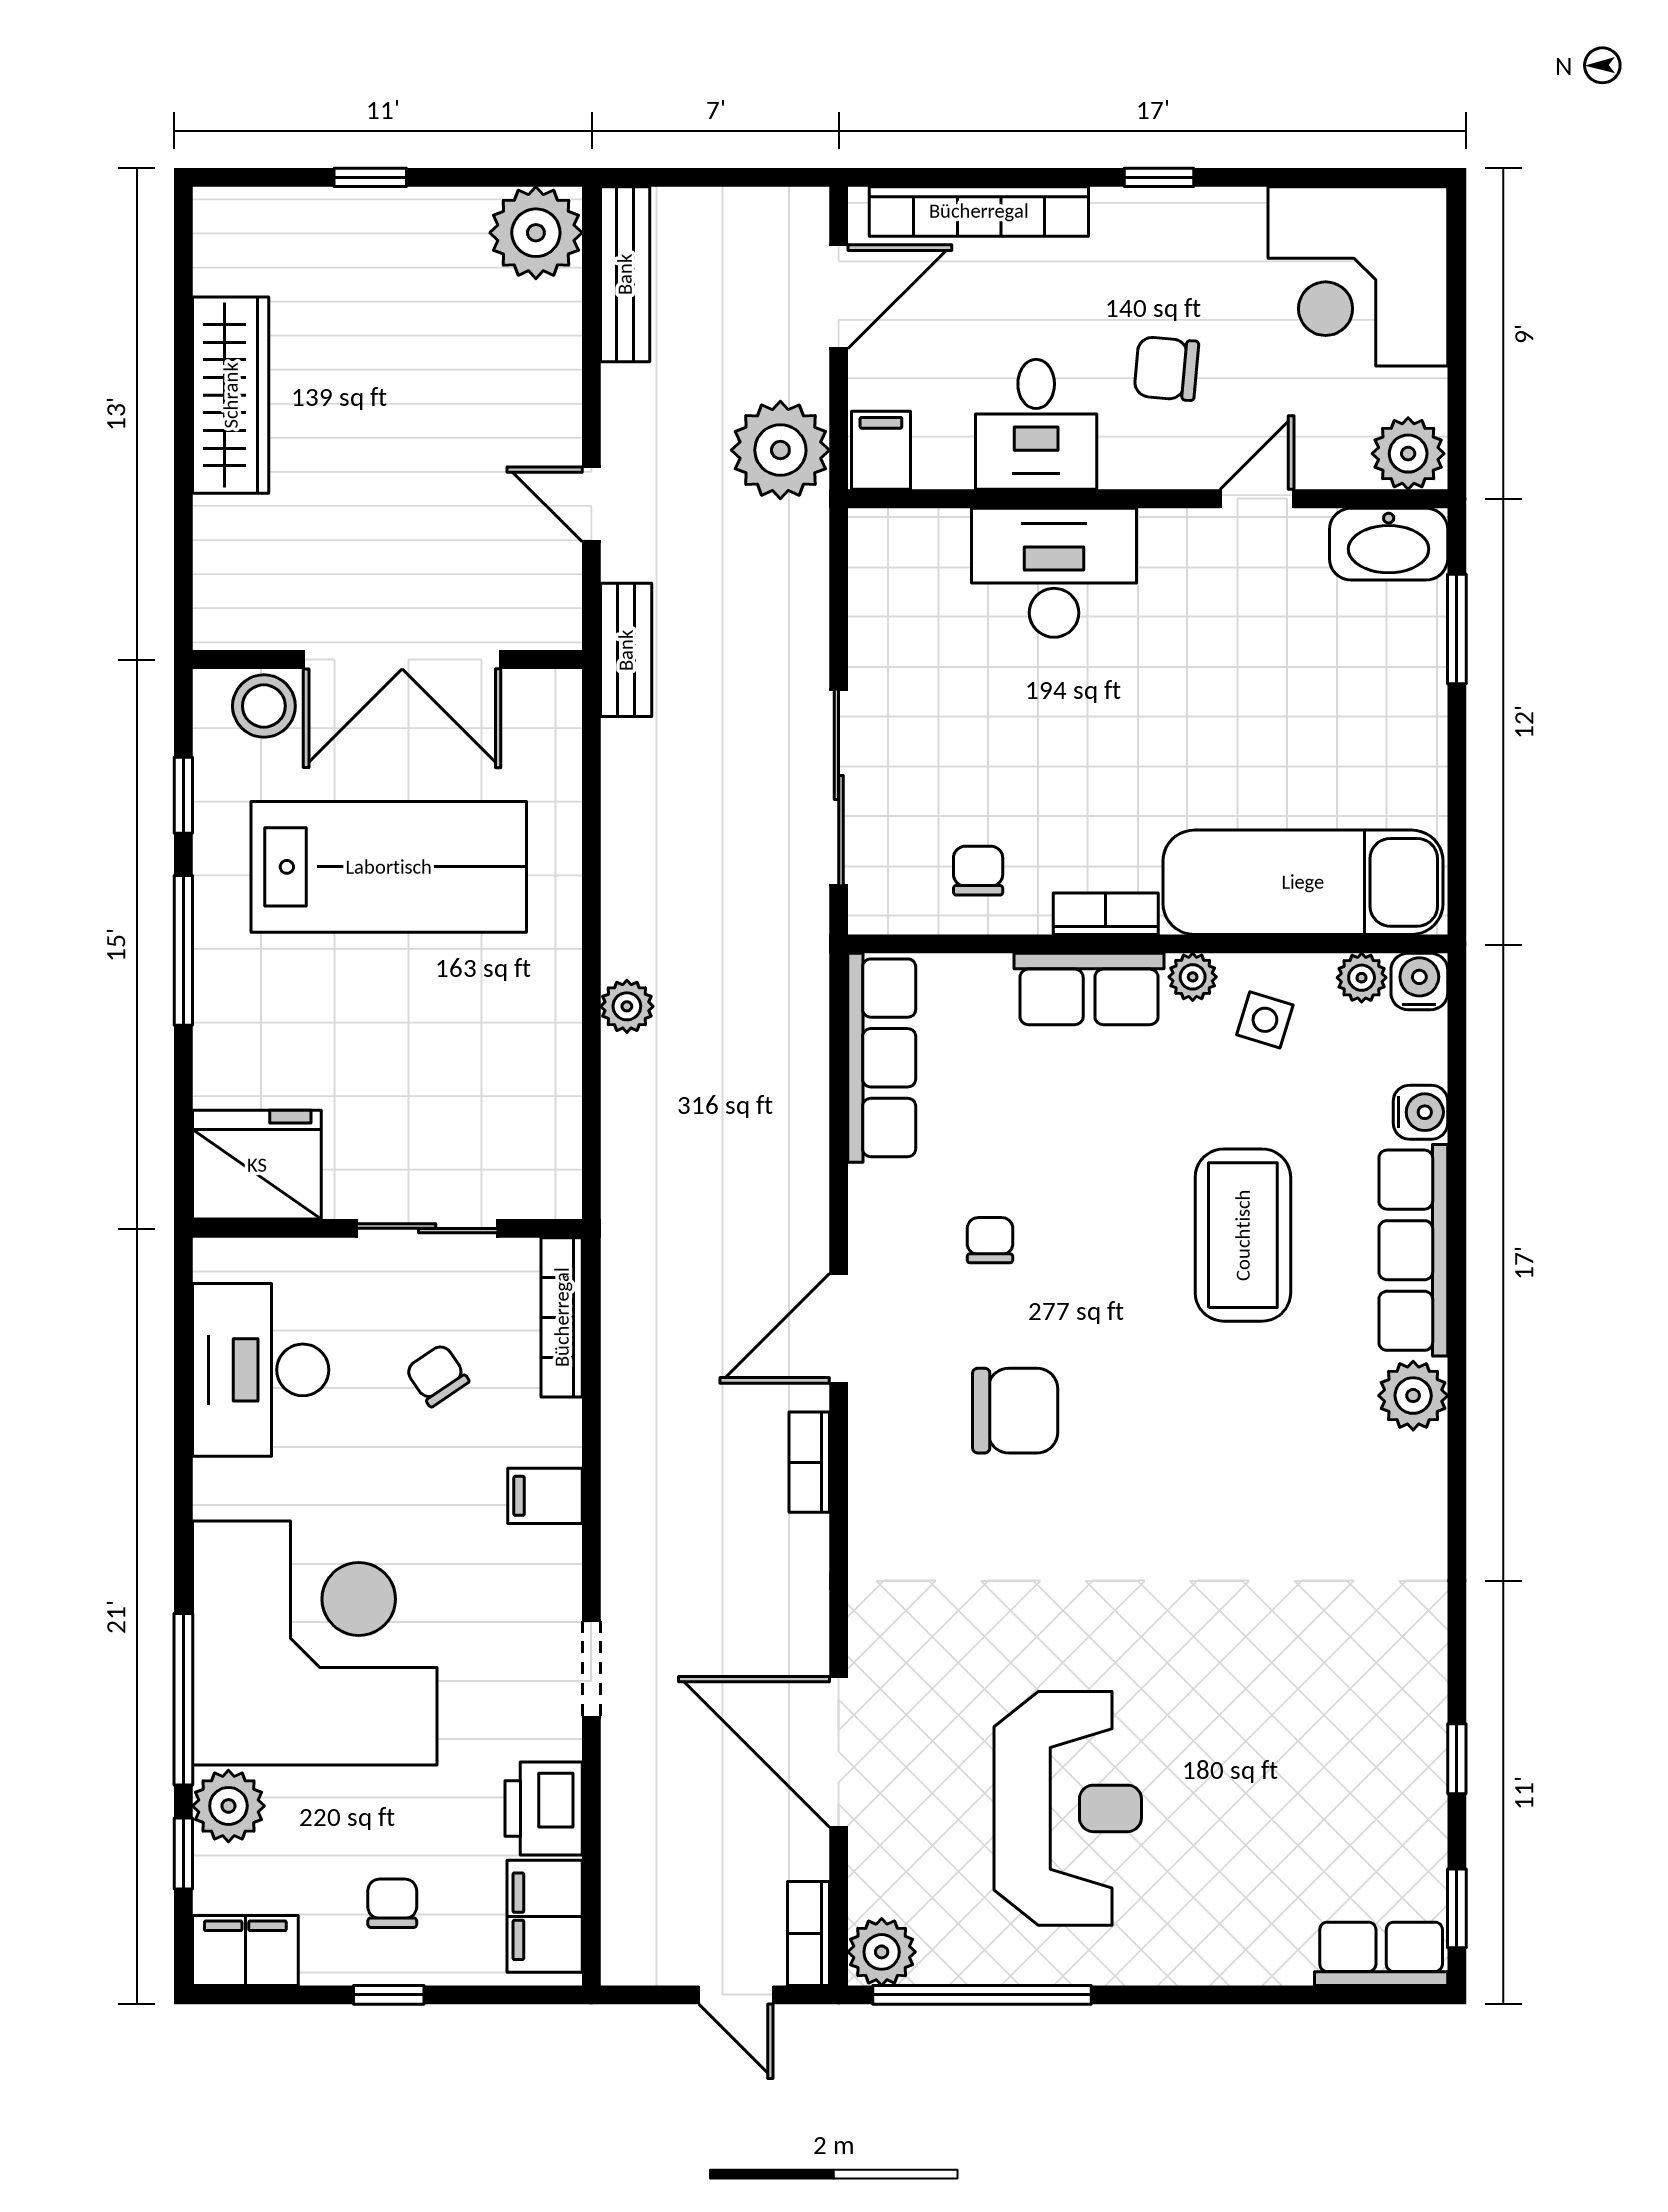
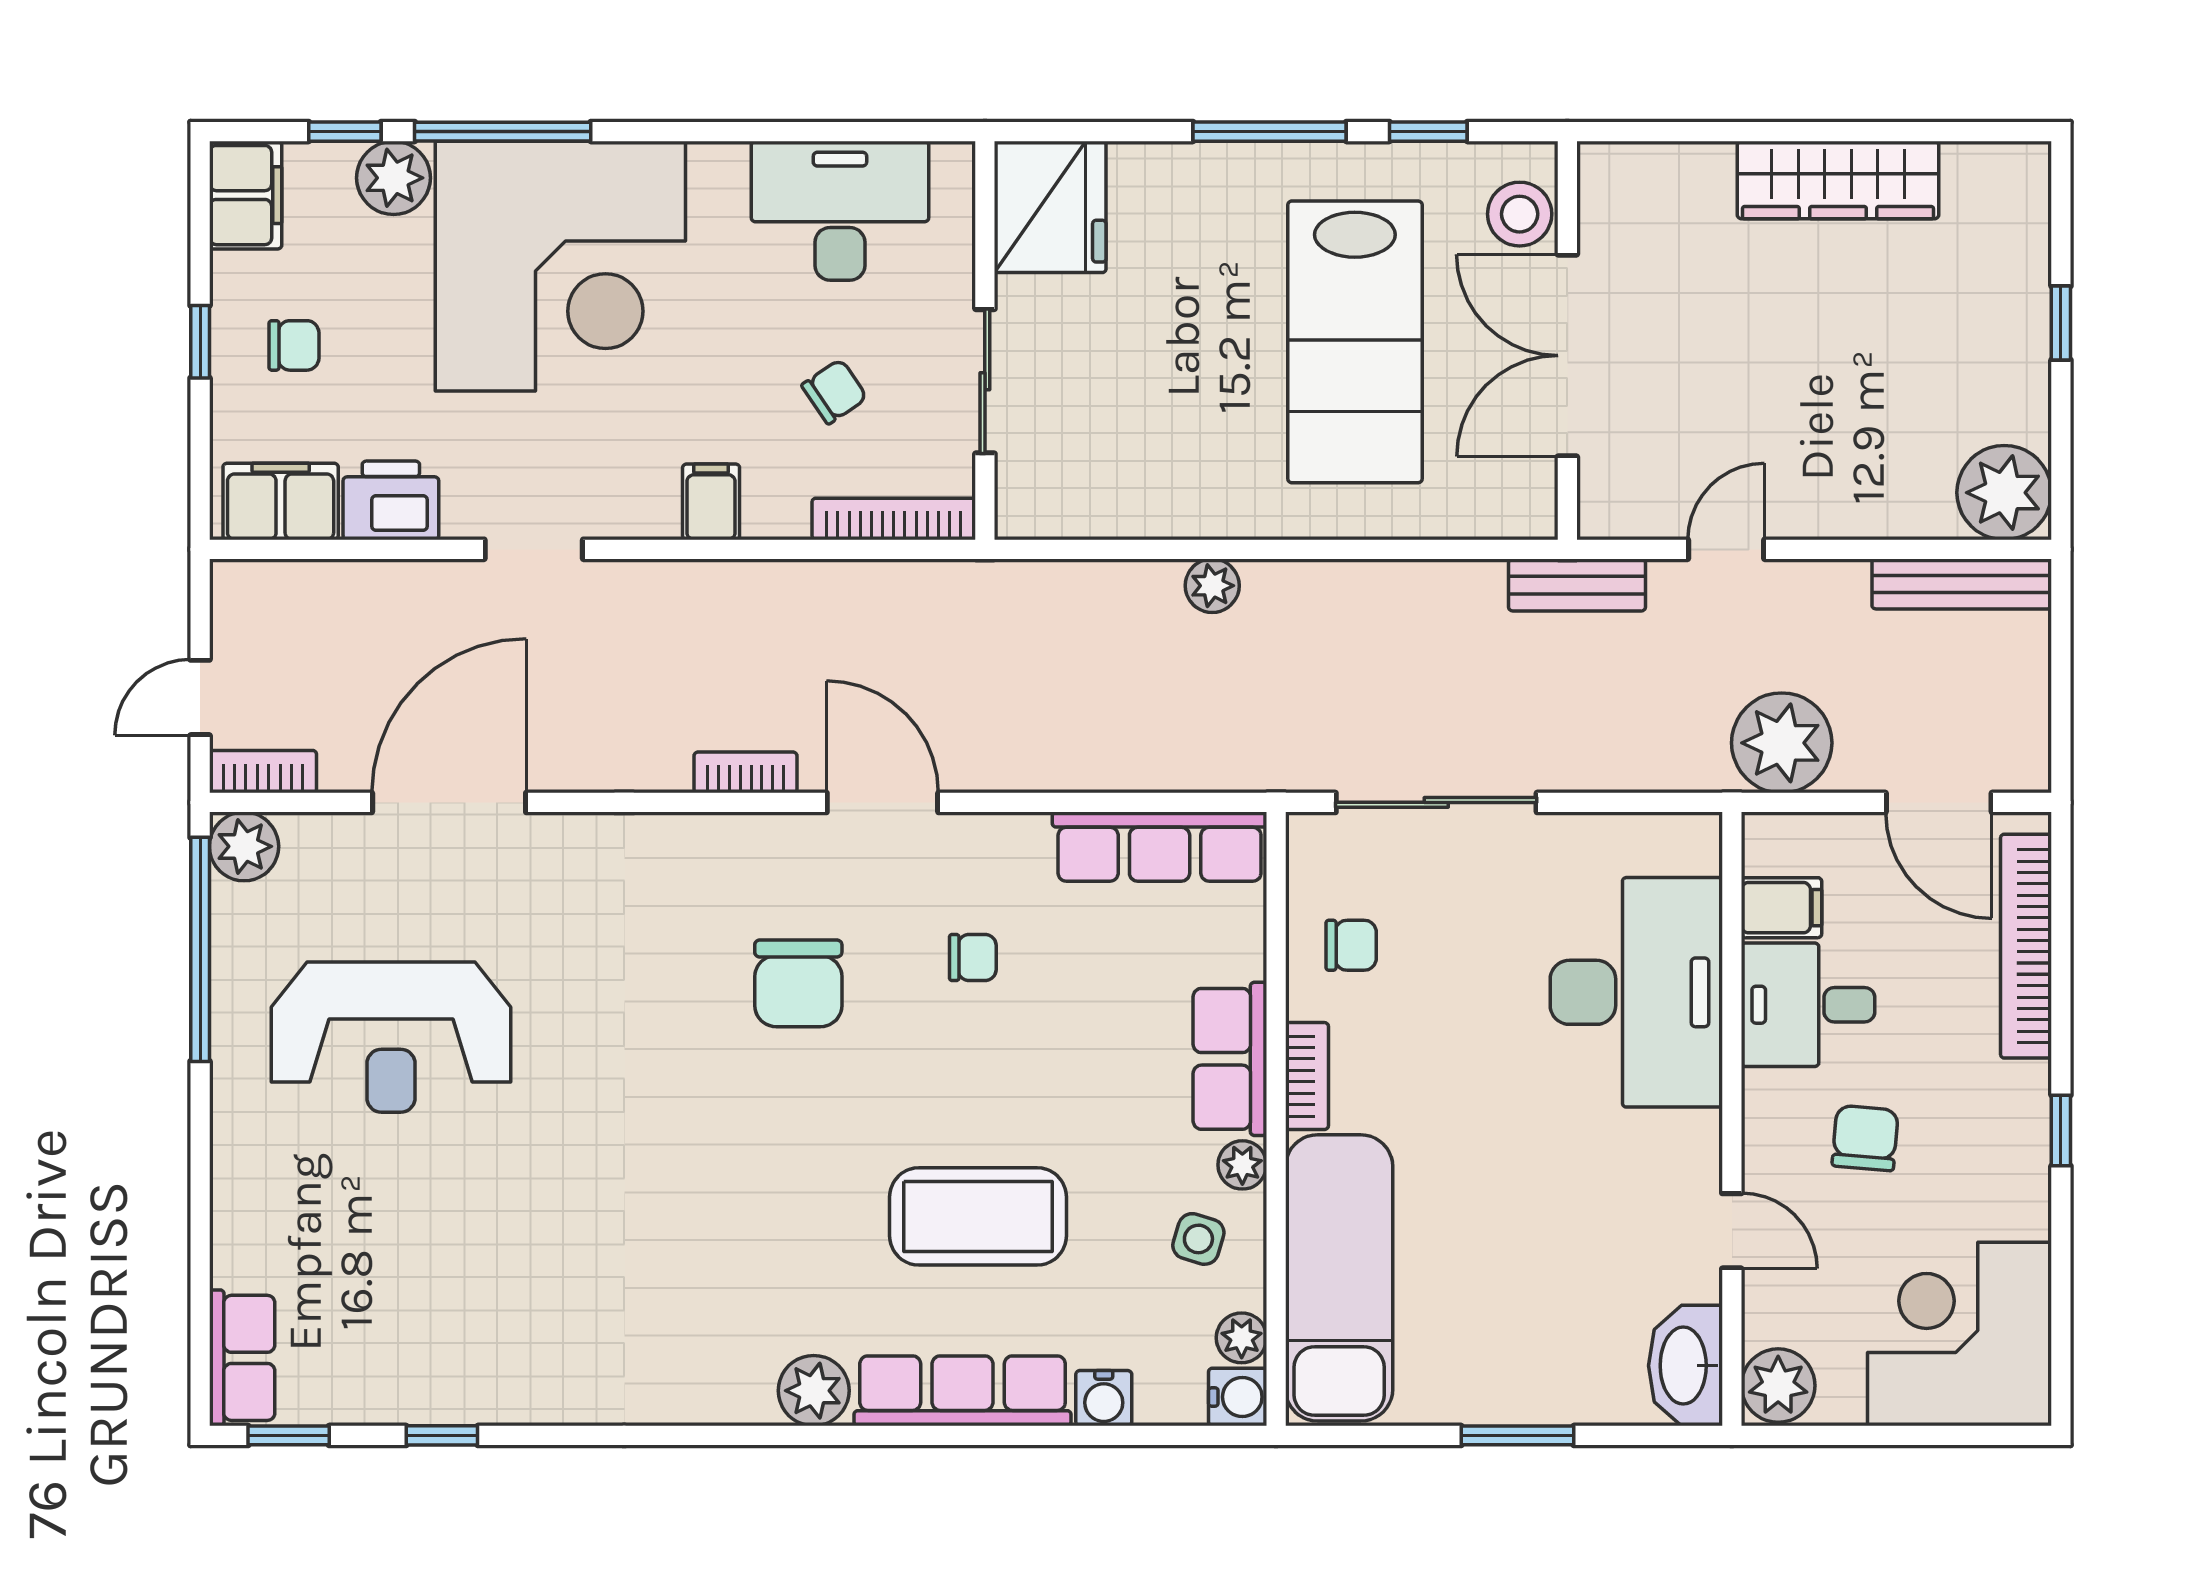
filing cabinet: (881, 450) -> (1781, 908), moved
desk: (1054, 573) -> (1636, 992), width x1.36, depth x1.30
window: (1457, 629) -> (1517, 1435), moved

